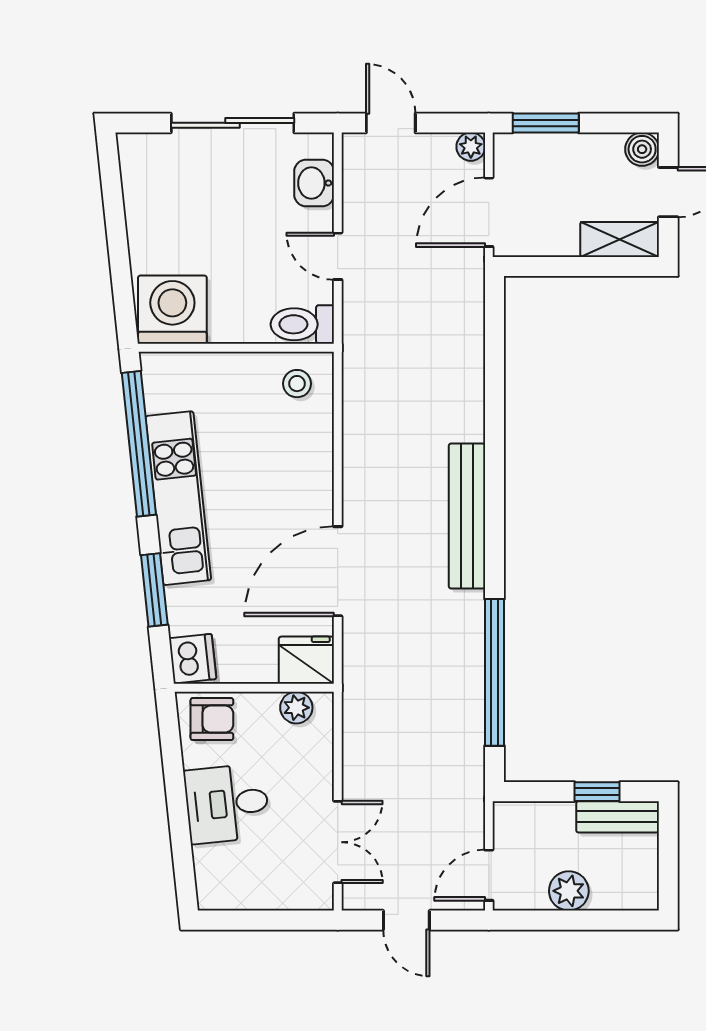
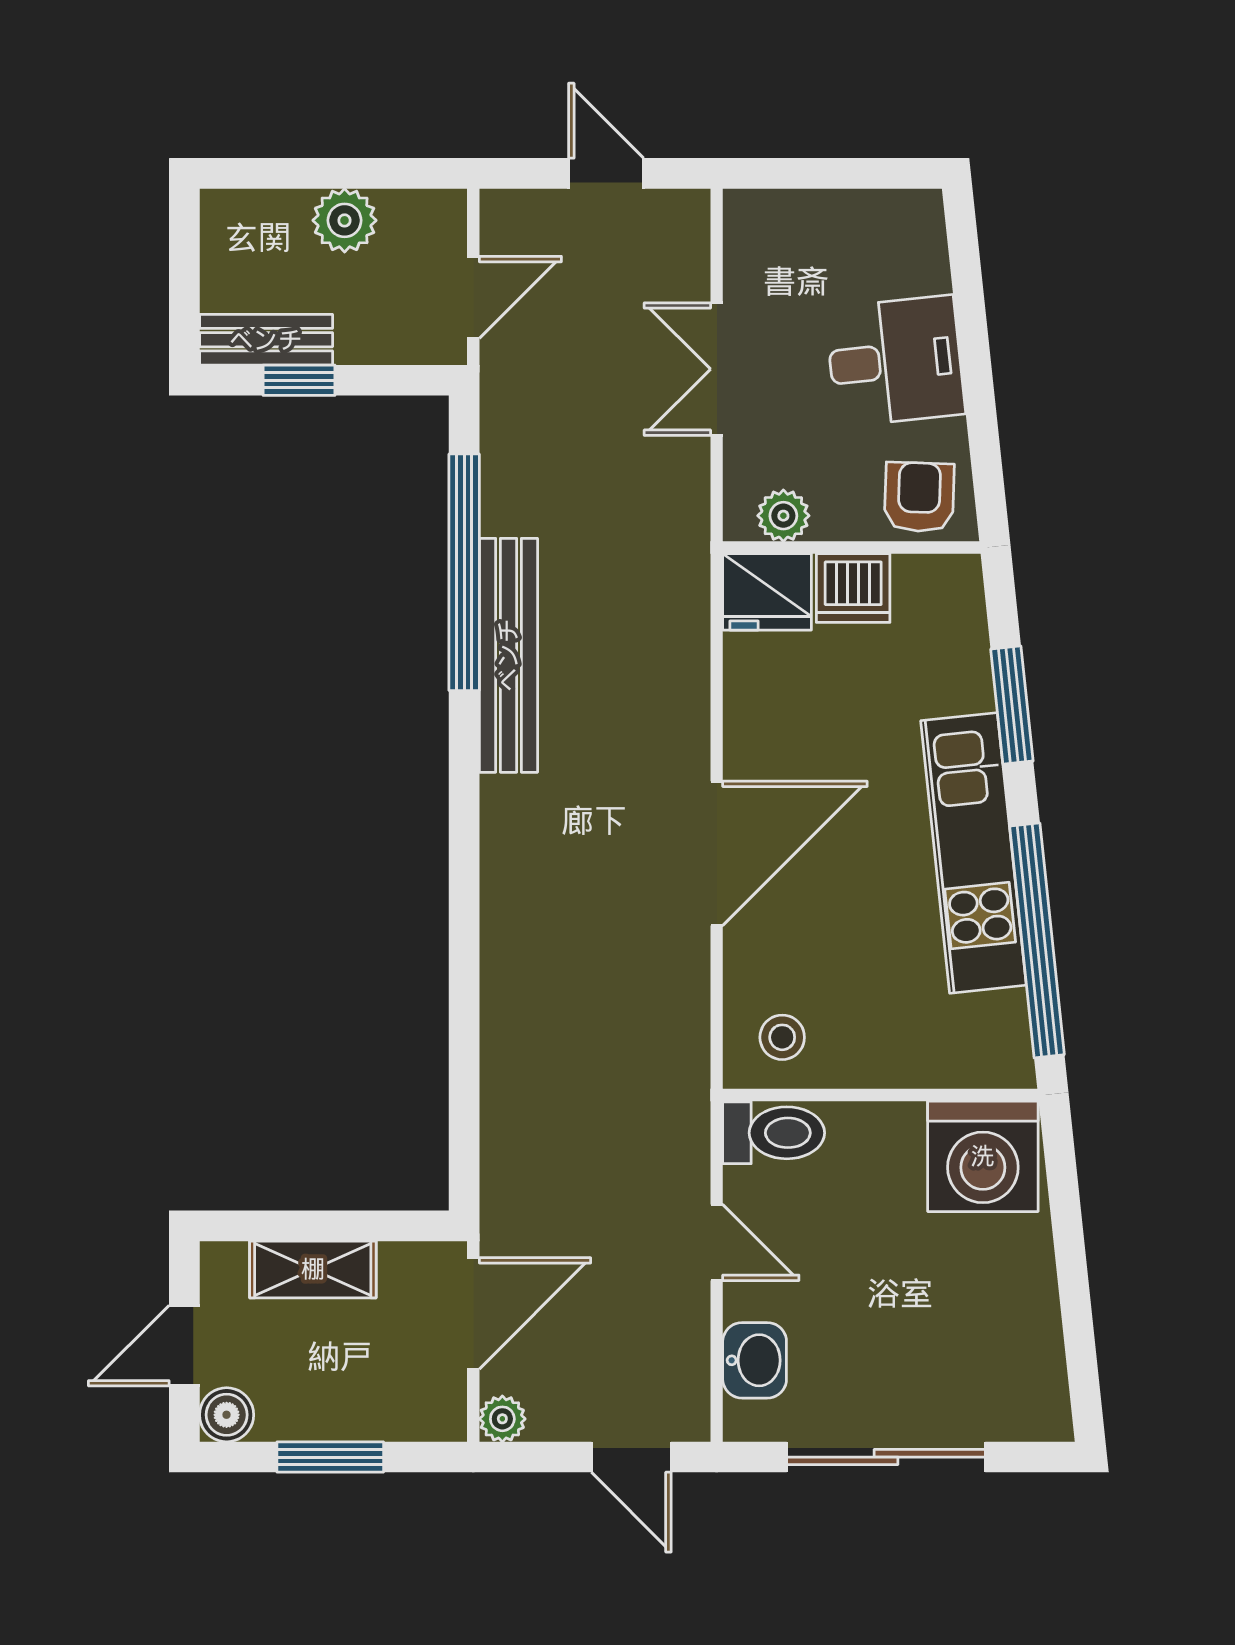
window: (546, 123) -> (330, 1457), moved
shelving: (620, 239) -> (313, 1269), moved
bench: (467, 516) -> (508, 655), moved
door: (338, 571) -> (717, 853), moved
dishwasher: (193, 659) -> (853, 588), moved, turned -84
armchair: (212, 719) -> (919, 497), turned 92
double door: (338, 842) -> (717, 369), moved
door: (489, 875) -> (473, 297), moved

